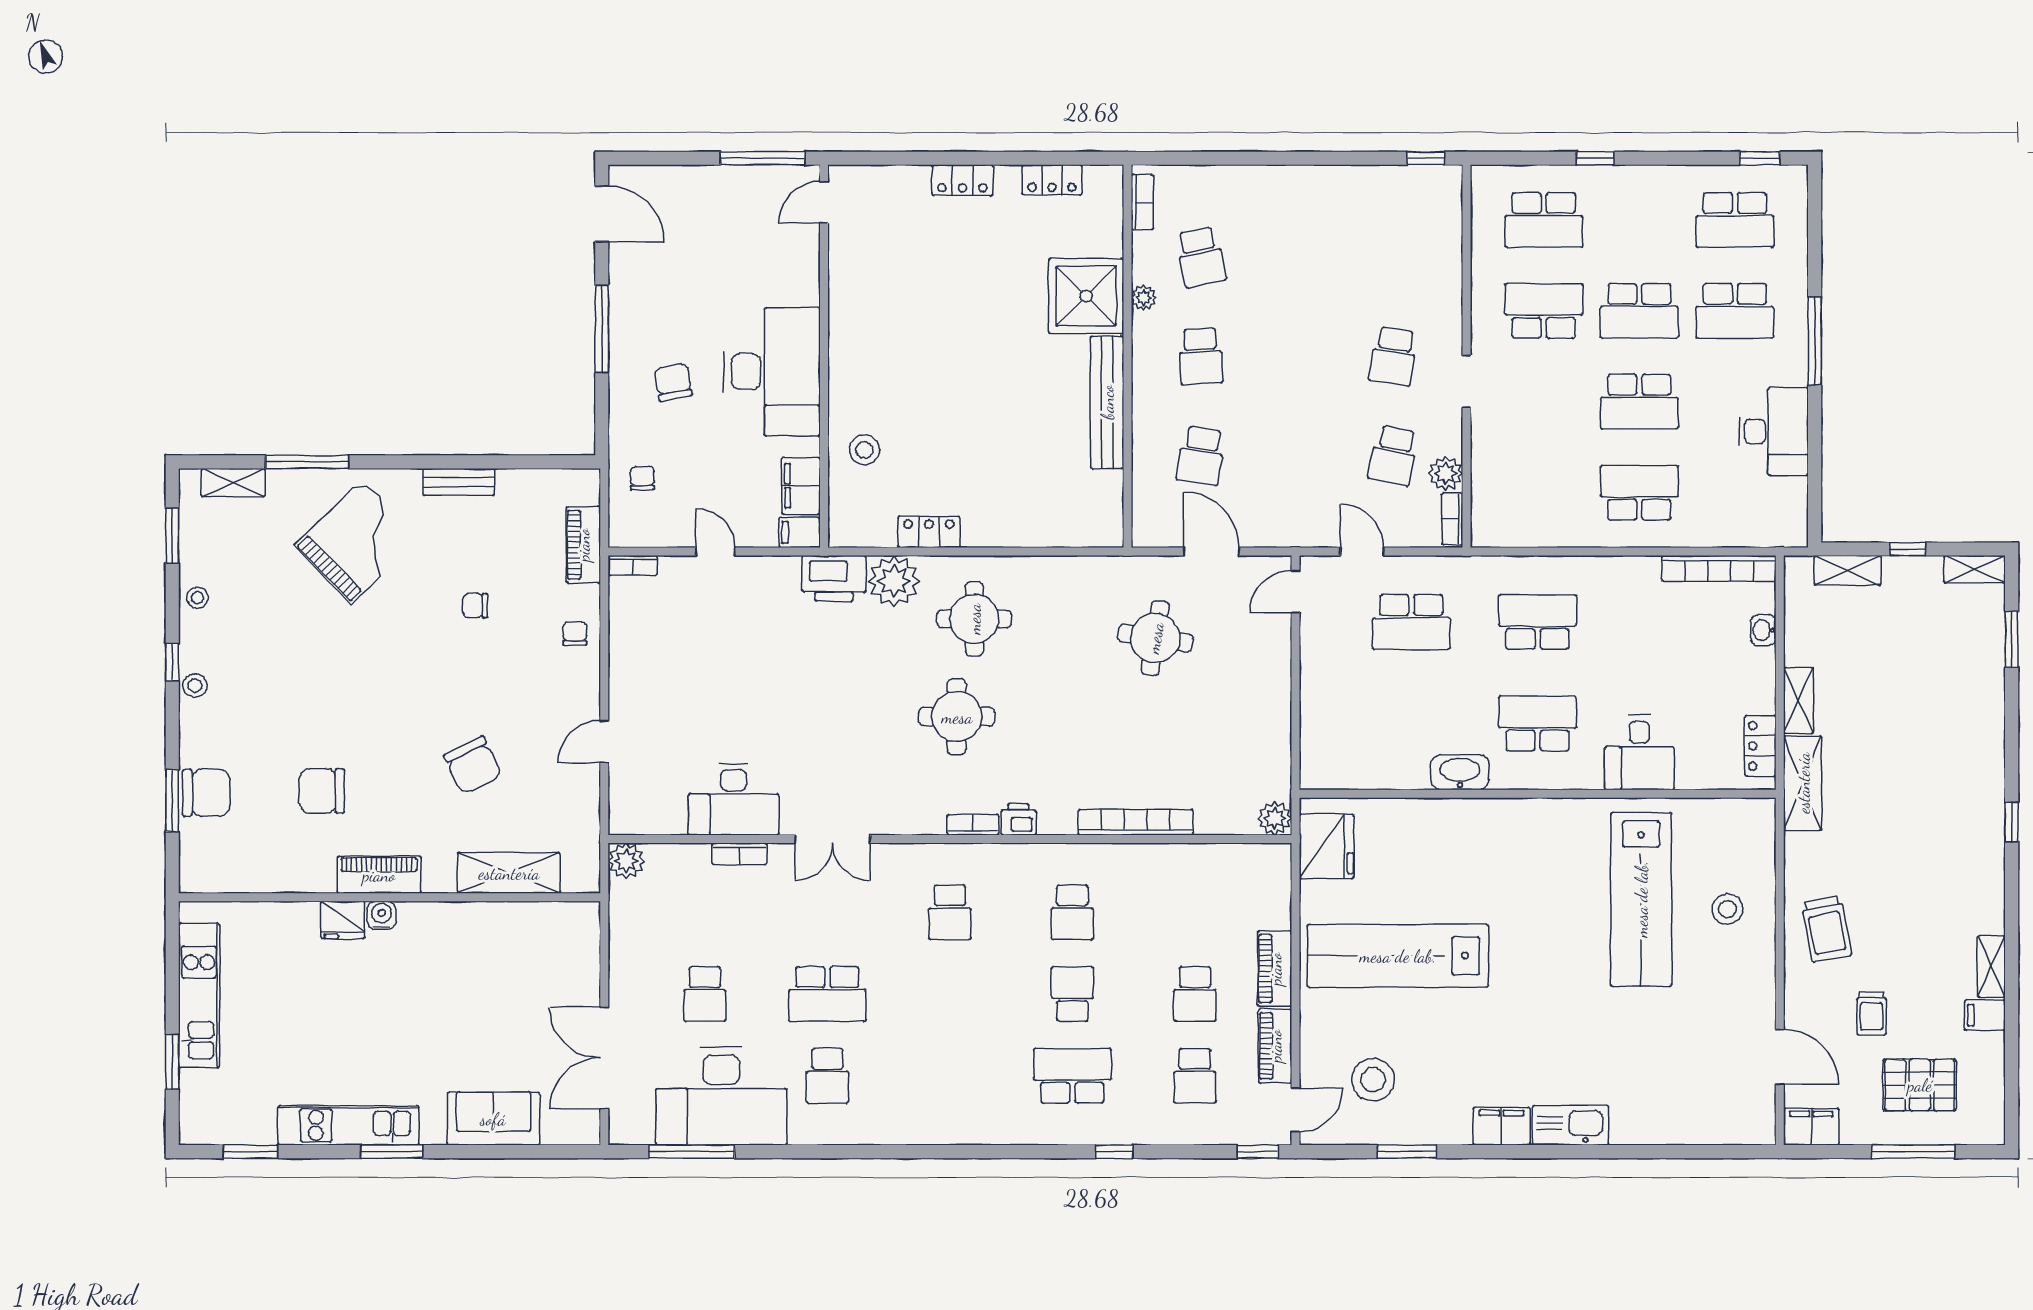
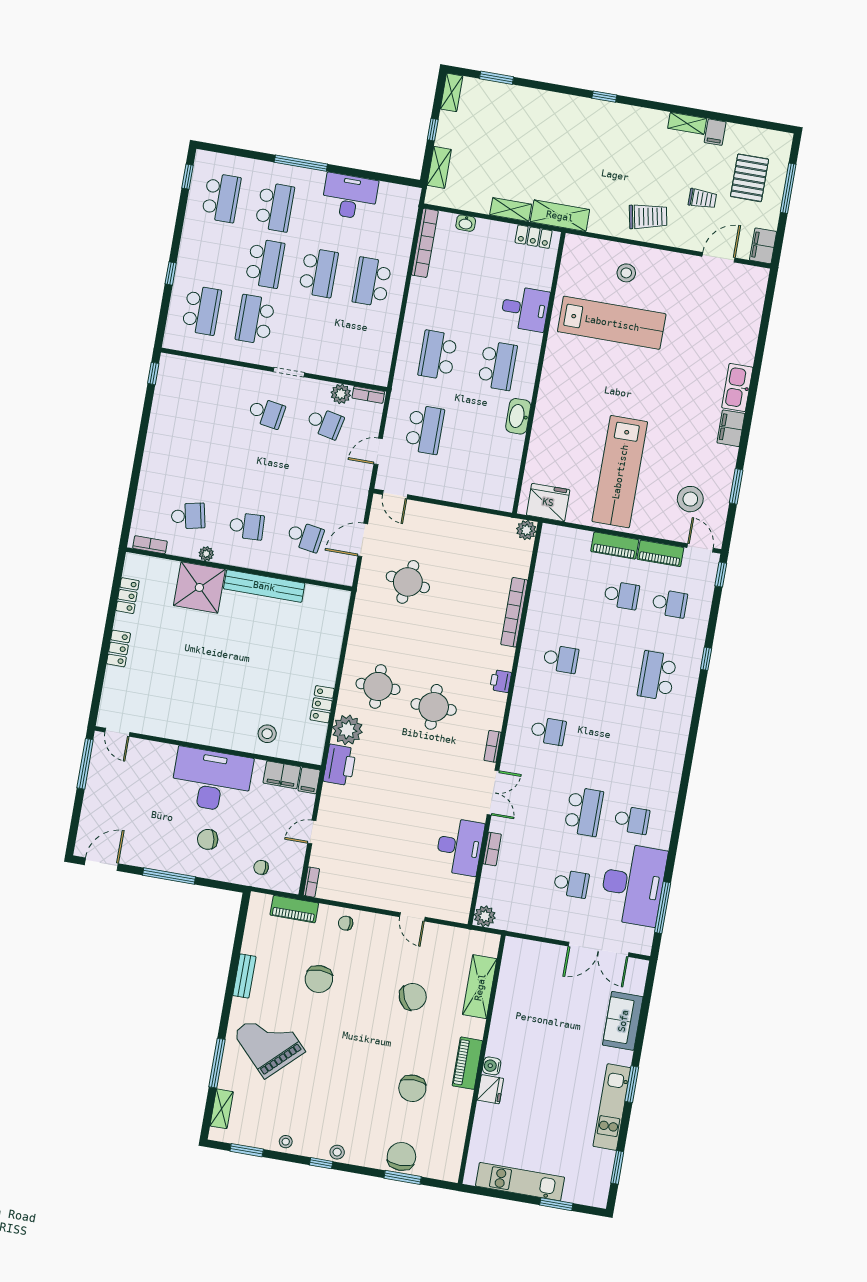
chair: (475, 606) -> (319, 979), width x1.87, depth x1.87
school desk: (1538, 724) -> (497, 366), turned 180
bookcase: (973, 825) -> (493, 746), moved
school desk: (1072, 994) -> (609, 667), removed

